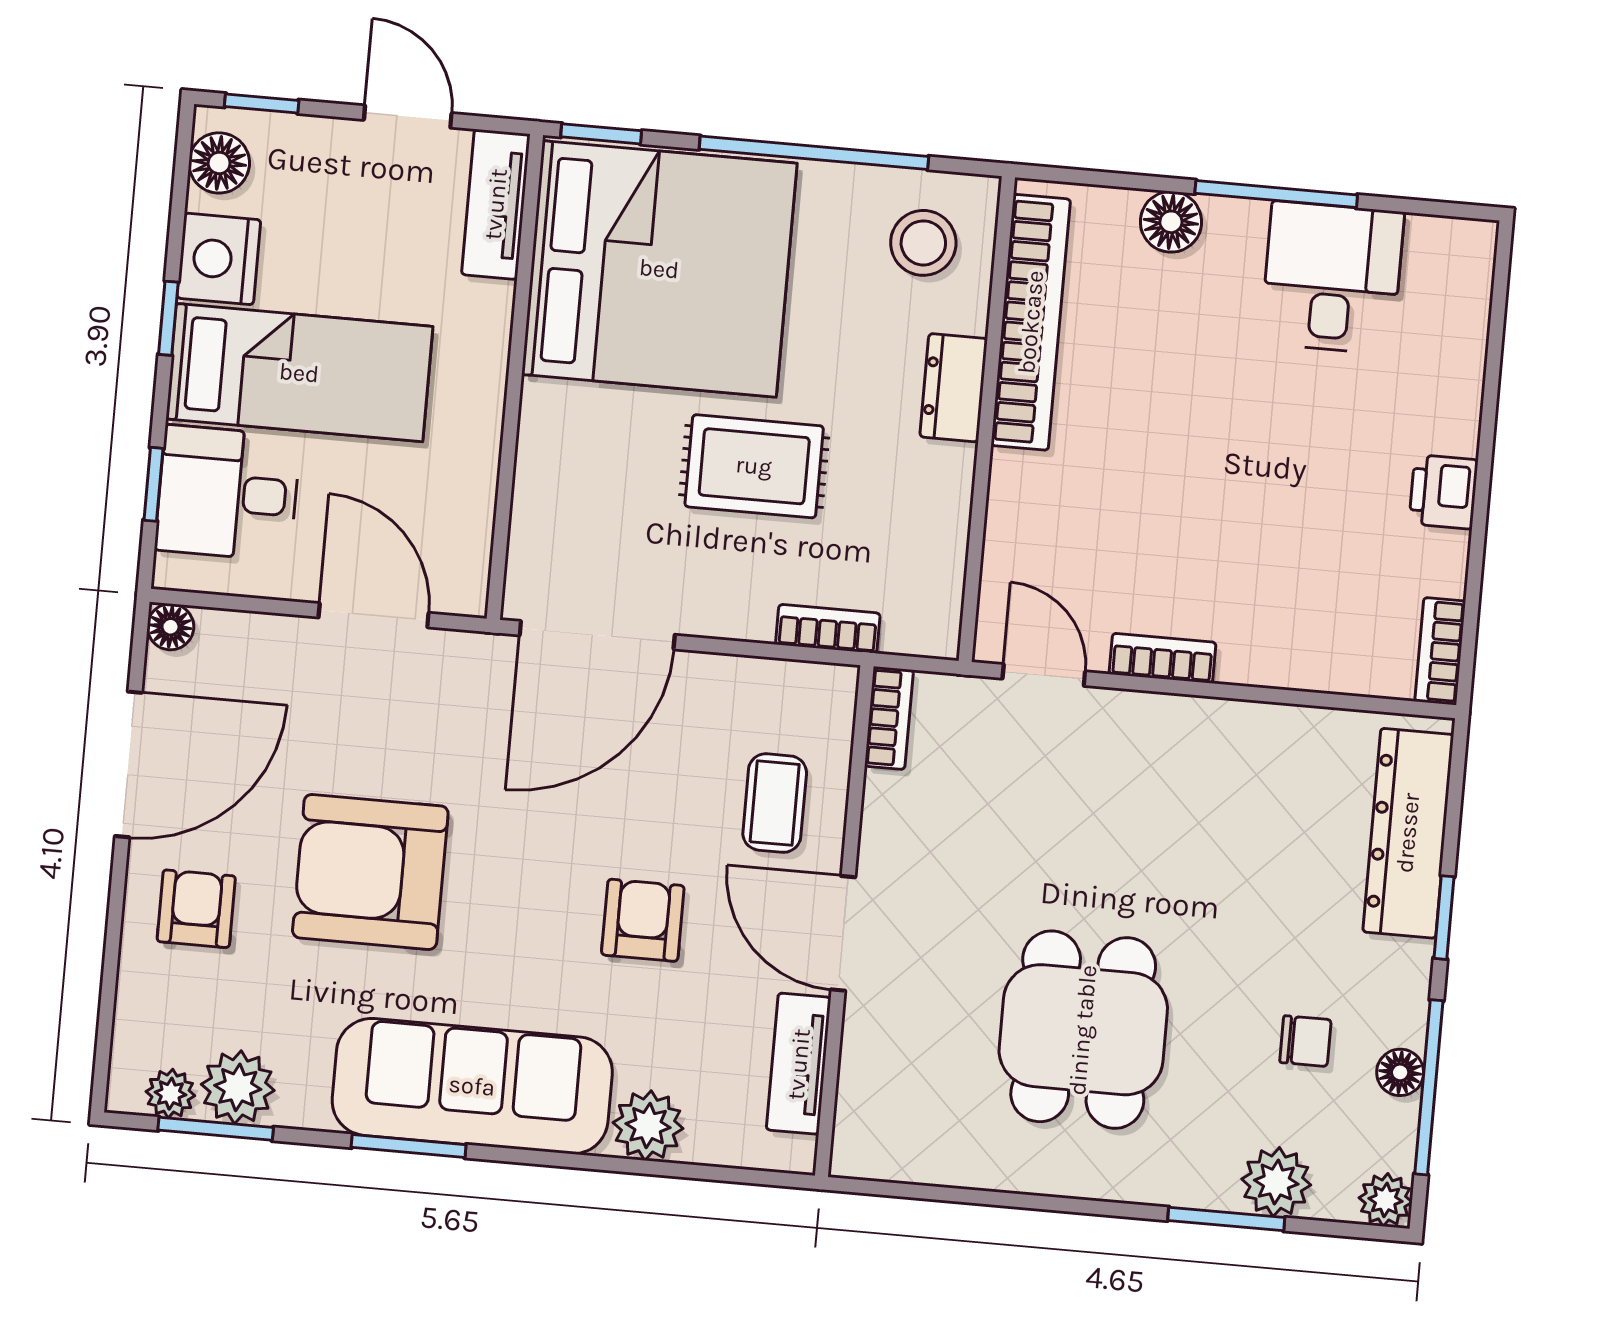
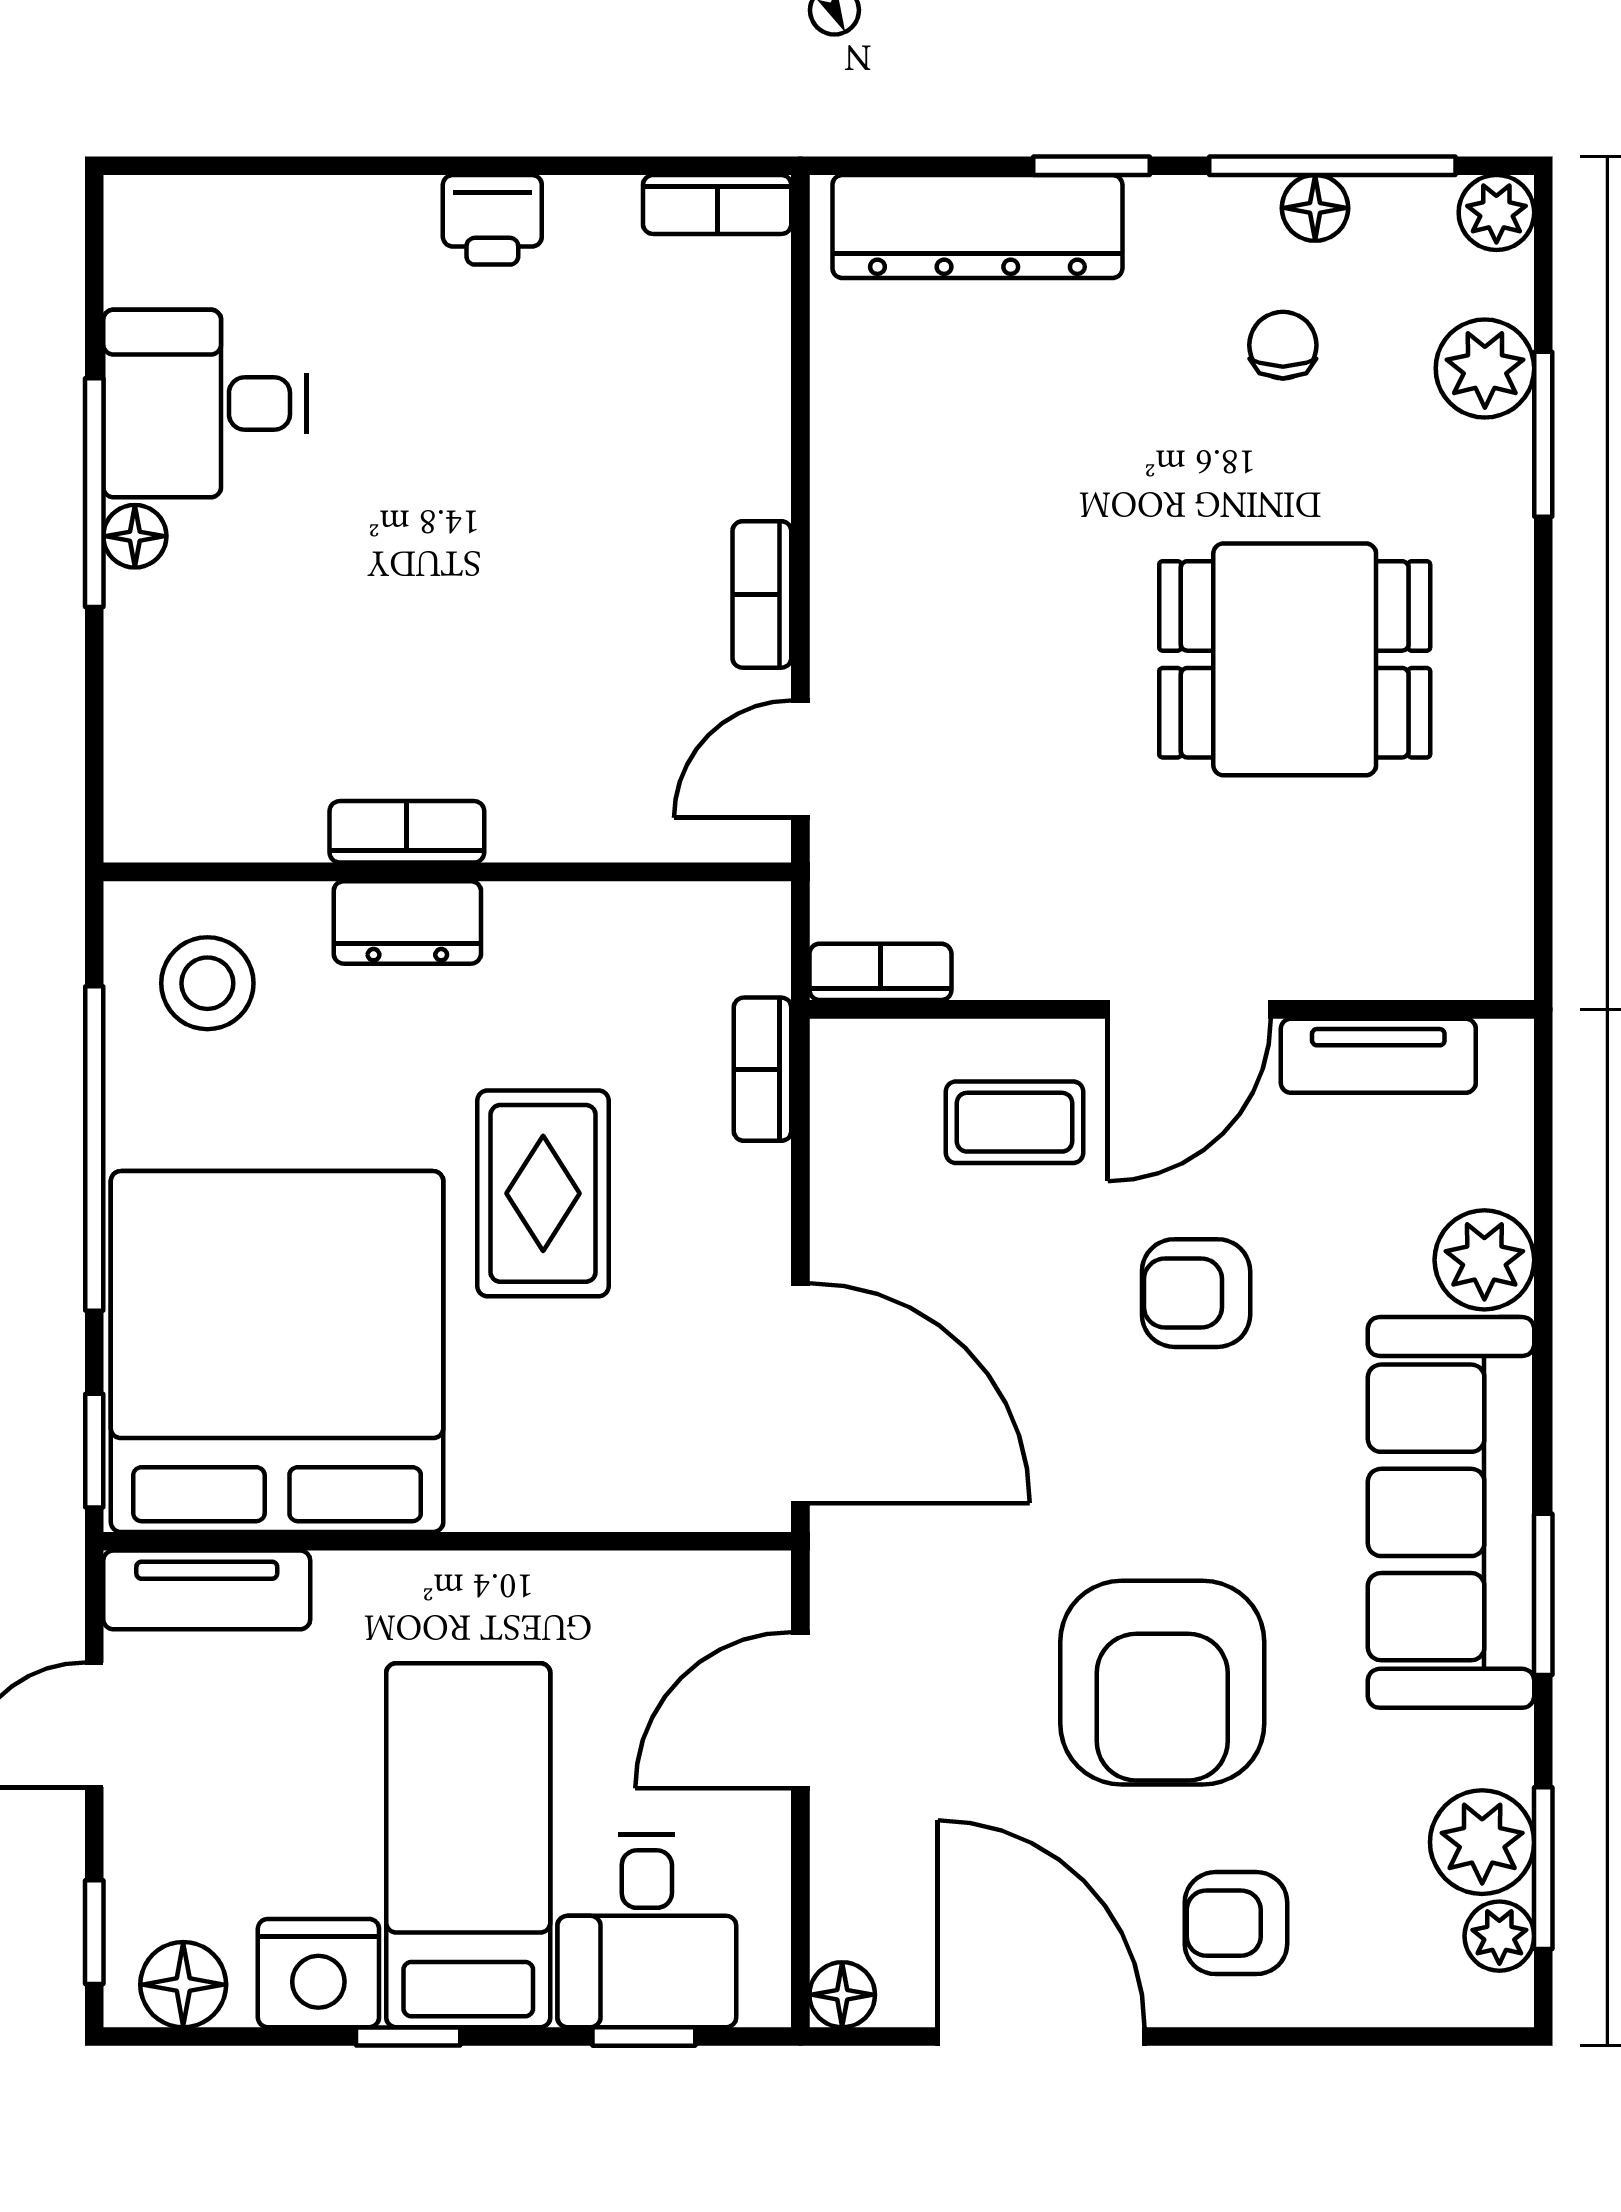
floor lamp: (1171, 222) -> (135, 536), moved, width x0.73, depth x0.73
bookcase: (1031, 322) -> (407, 832), width x0.43, depth x0.76

